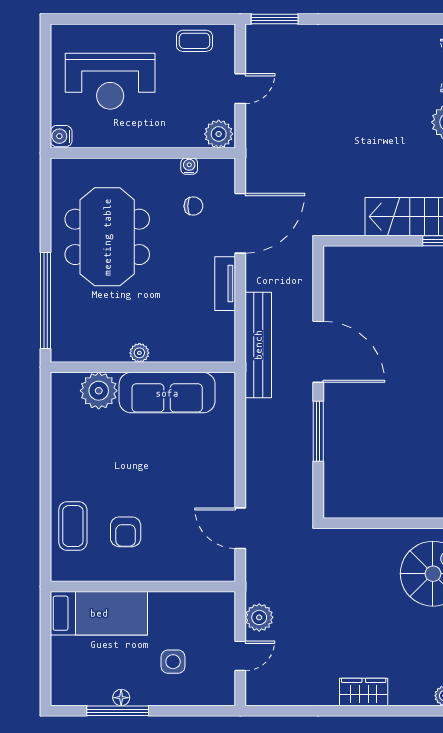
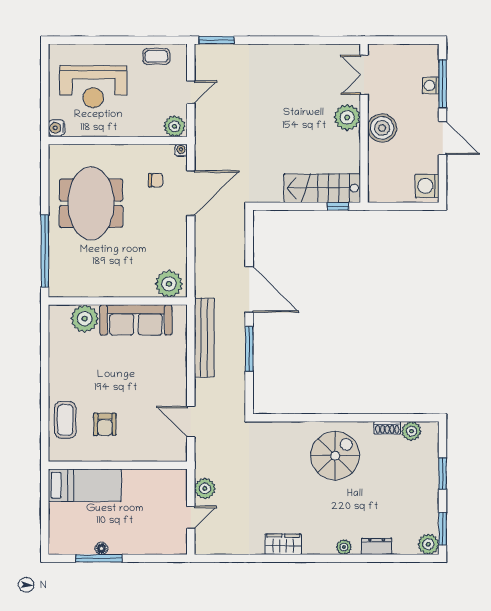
water cooler: (189, 166) -> (181, 150), moved
tv unit: (225, 284) -> (179, 238), removed
bench: (258, 345) -> (204, 337), moved
plant: (139, 353) -> (169, 284), moved, width x1.88, depth x1.88
side table: (173, 662) -> (140, 522), removed

